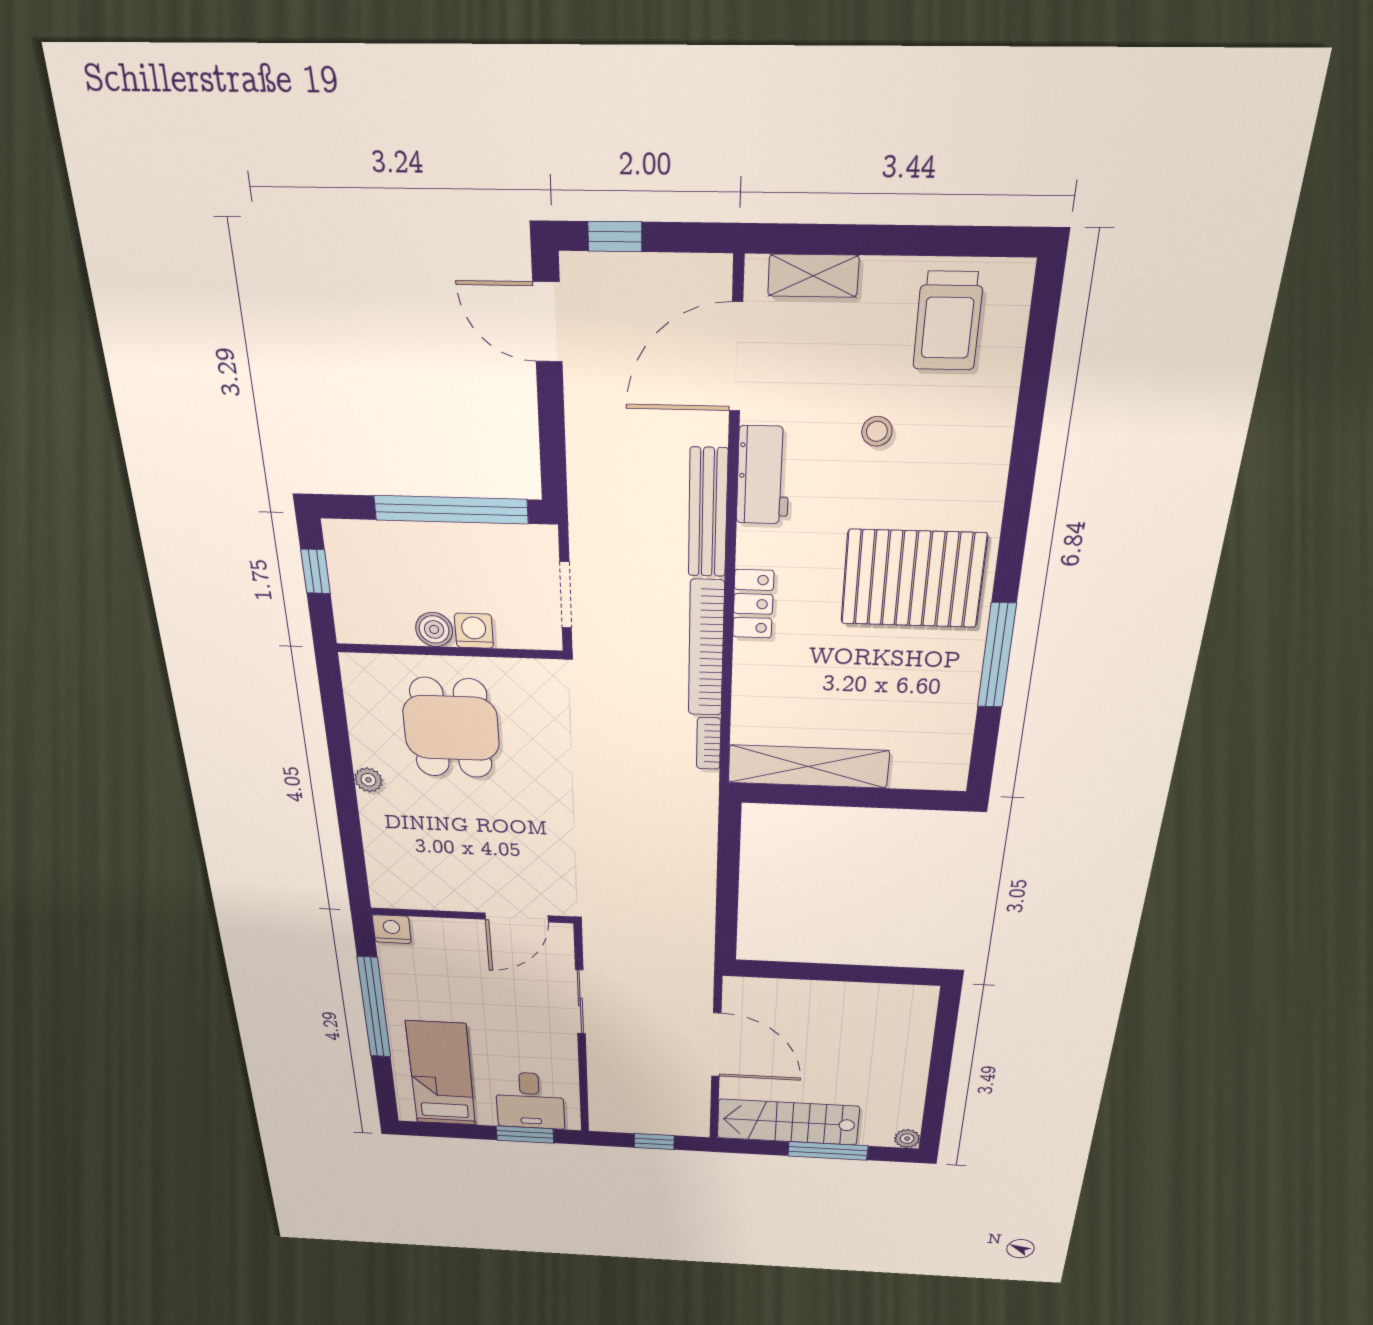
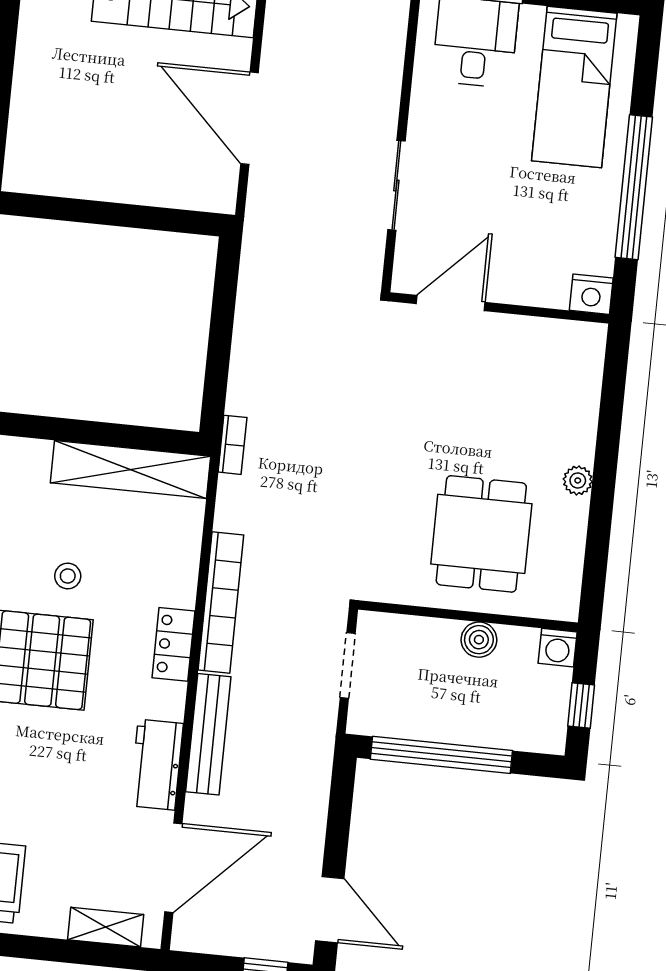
stool: (877, 431) -> (68, 576), moved
washing machine: (474, 631) -> (558, 648), moved
bookcase: (709, 743) -> (232, 445), moved

